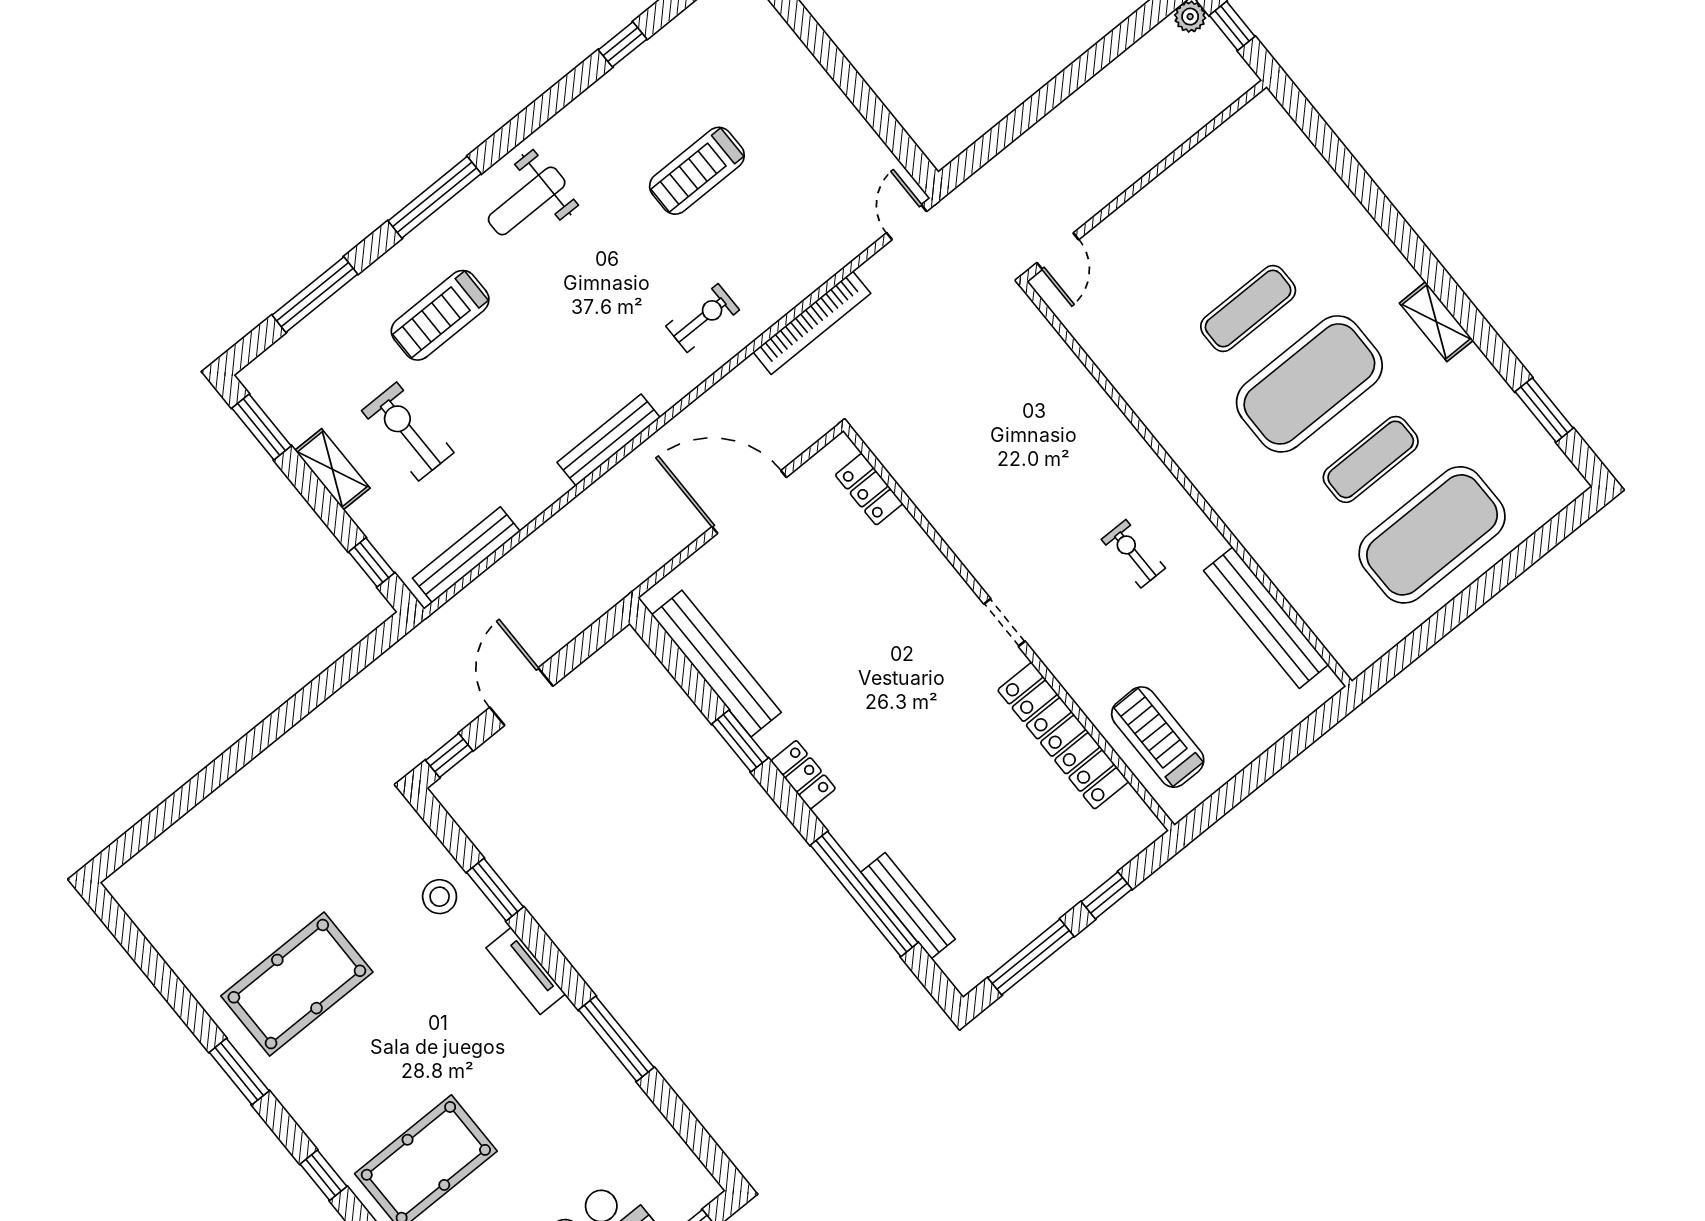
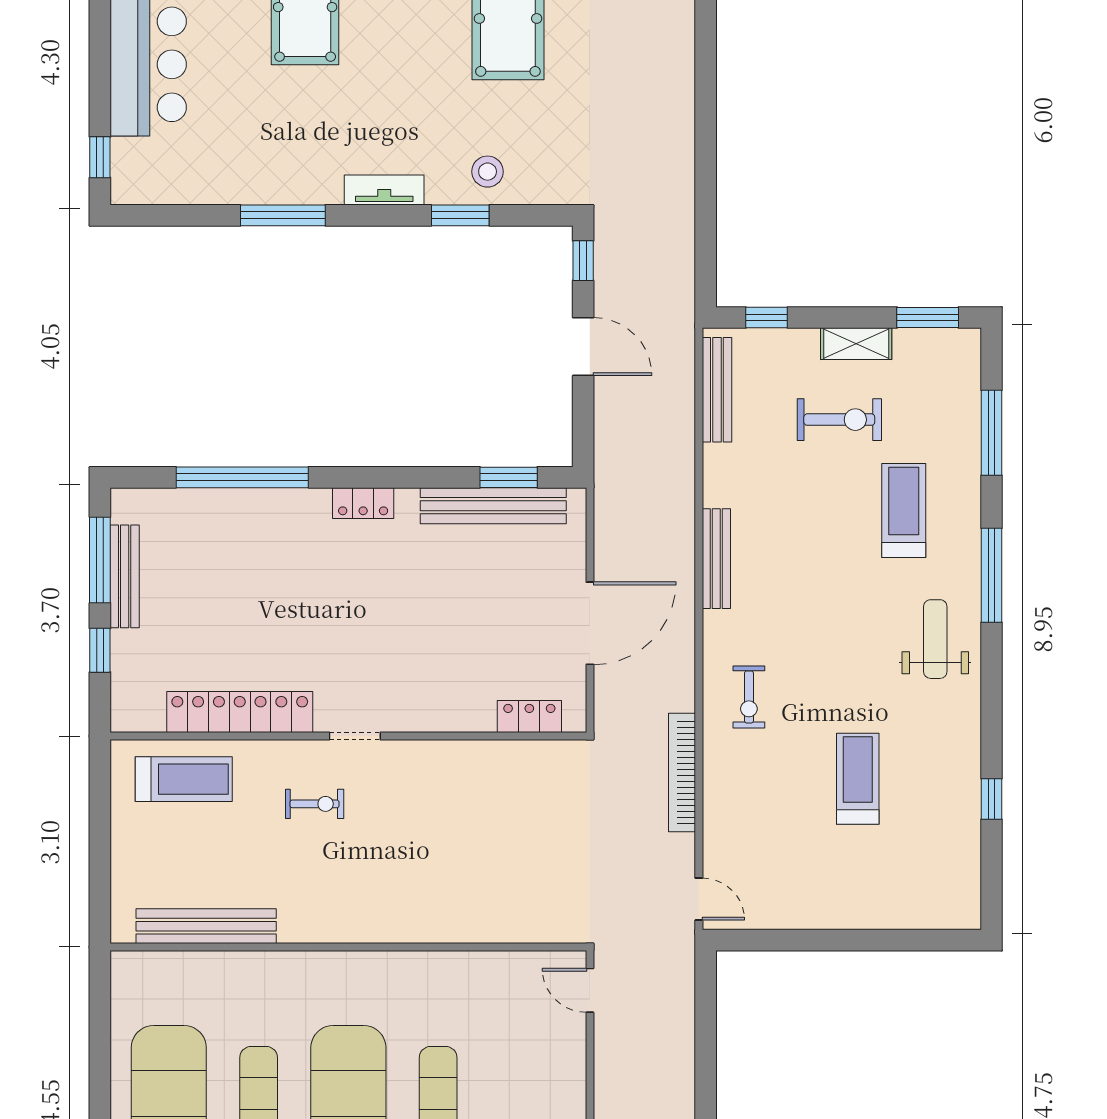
exercise bike: (1133, 554) -> (315, 804), moved
window: (740, 741) -> (509, 477), moved
bench: (908, 906) -> (125, 576), moved, turned 90

